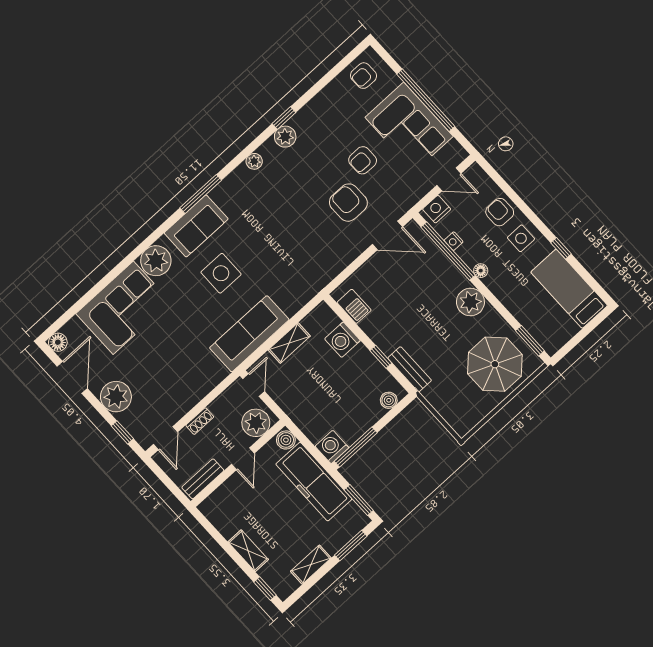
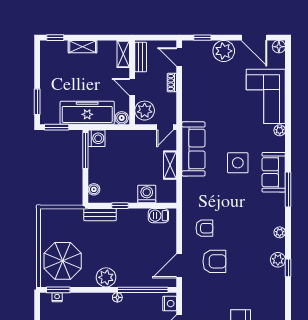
armchair: (363, 160) -> (204, 228), moved, turned 90
nightstand: (454, 241) -> (57, 297), moved
plant: (156, 261) -> (280, 130), width x0.53, depth x0.53
door: (254, 385) -> (165, 127), hinge flipped
shelving: (311, 565) -> (123, 54), moved

